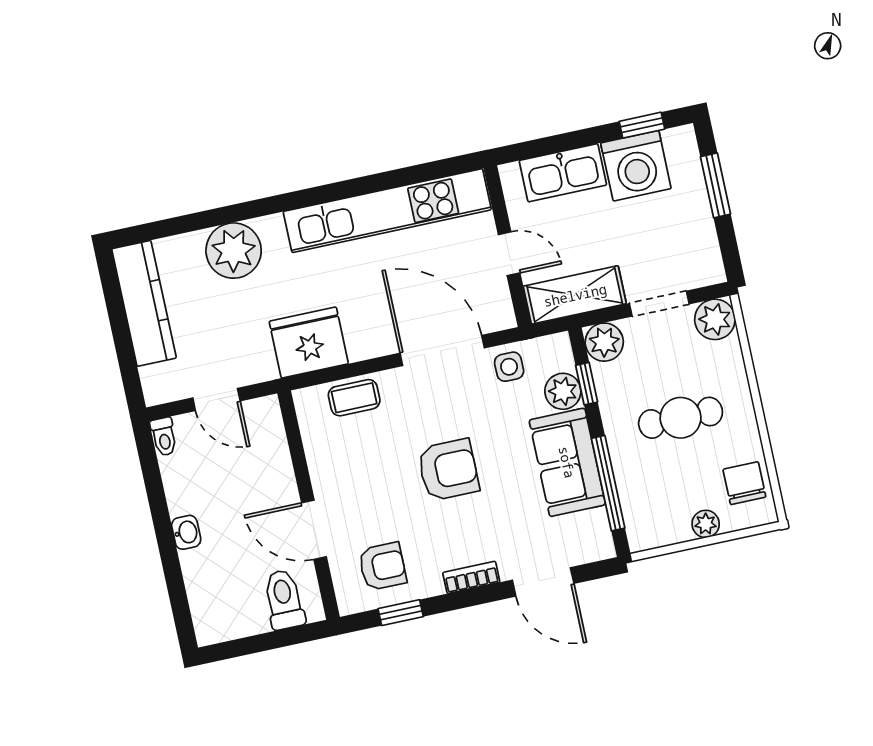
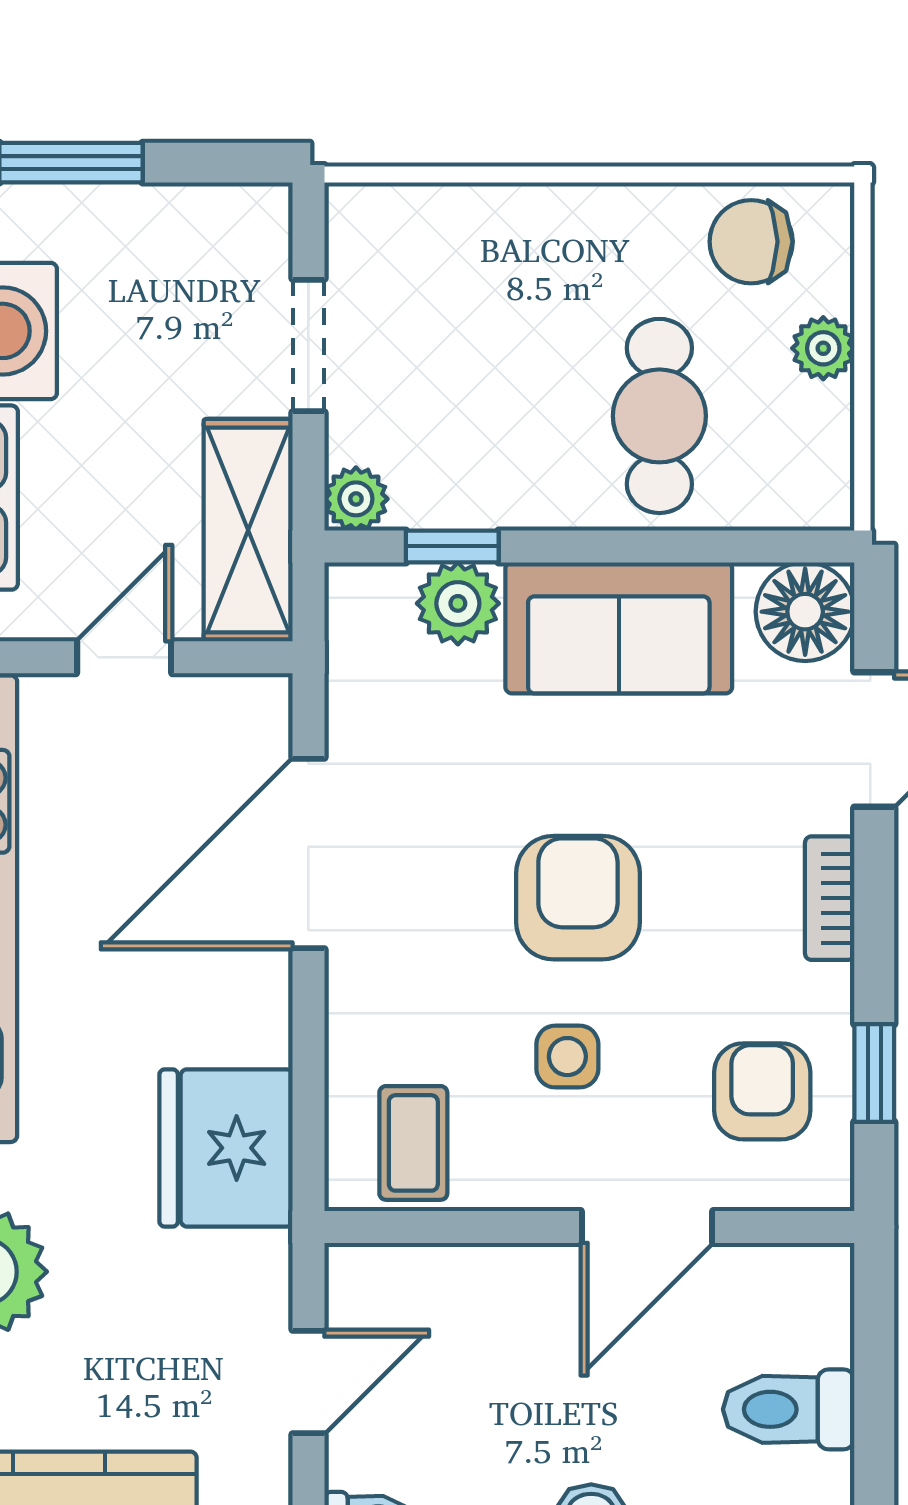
plant: (715, 319) -> (370, 229), removed
plant: (604, 342) -> (356, 499), width x0.73, depth x0.73
side table: (509, 367) -> (567, 1057), moved
coffee table: (354, 398) -> (413, 1143), moved
cafe table: (681, 418) -> (659, 416), moved
window: (608, 483) -> (685, 546), removed
floor lamp: (591, 540) -> (805, 612), added
toilet: (284, 600) -> (789, 1409), moved

